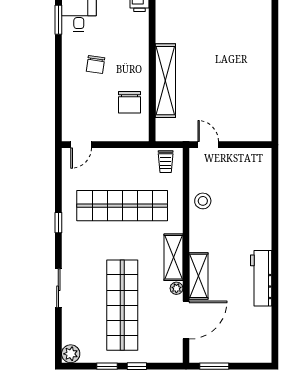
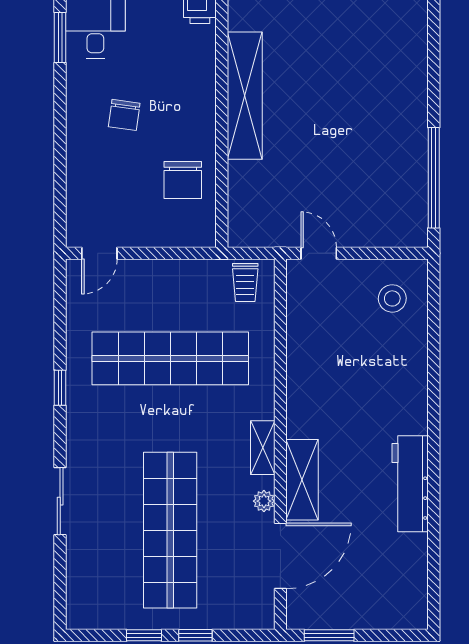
shelving: (165, 81) -> (245, 96), moved
window: (275, 101) -> (434, 178), added
stool: (203, 201) -> (392, 298), moved
shelving: (173, 257) -> (263, 448), width x0.67, depth x0.75
plant: (71, 354) -> (81, 614), removed

